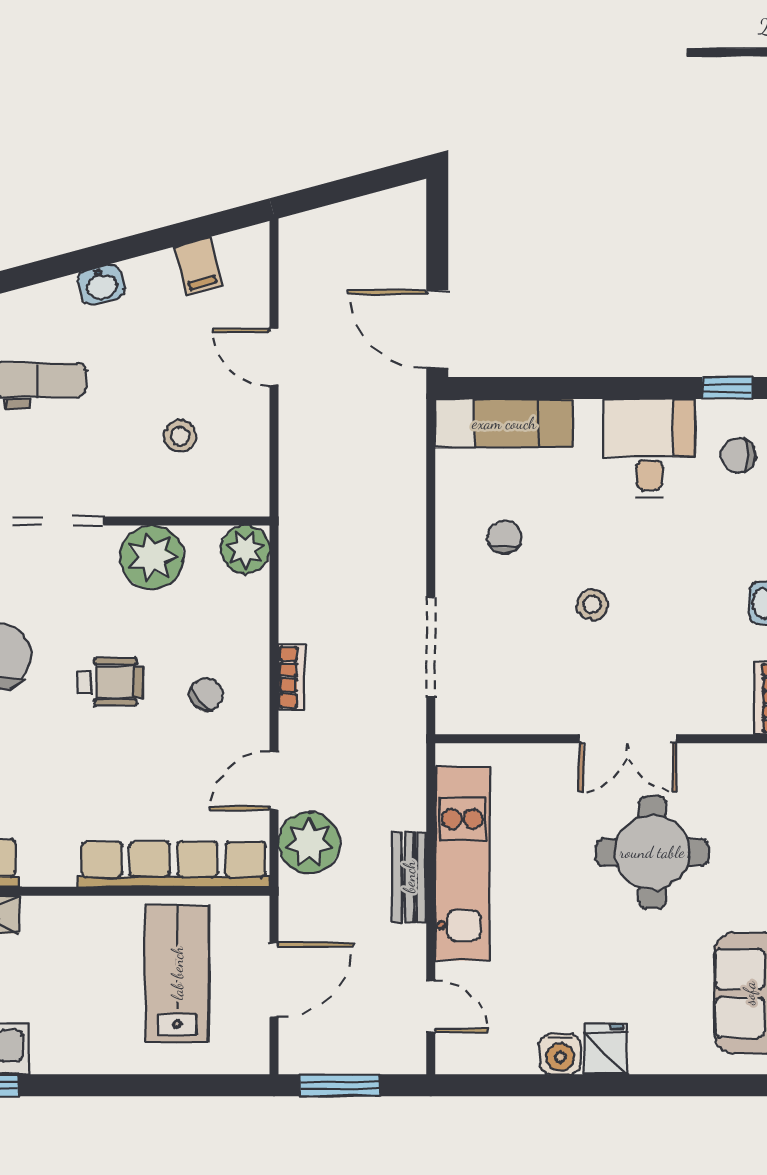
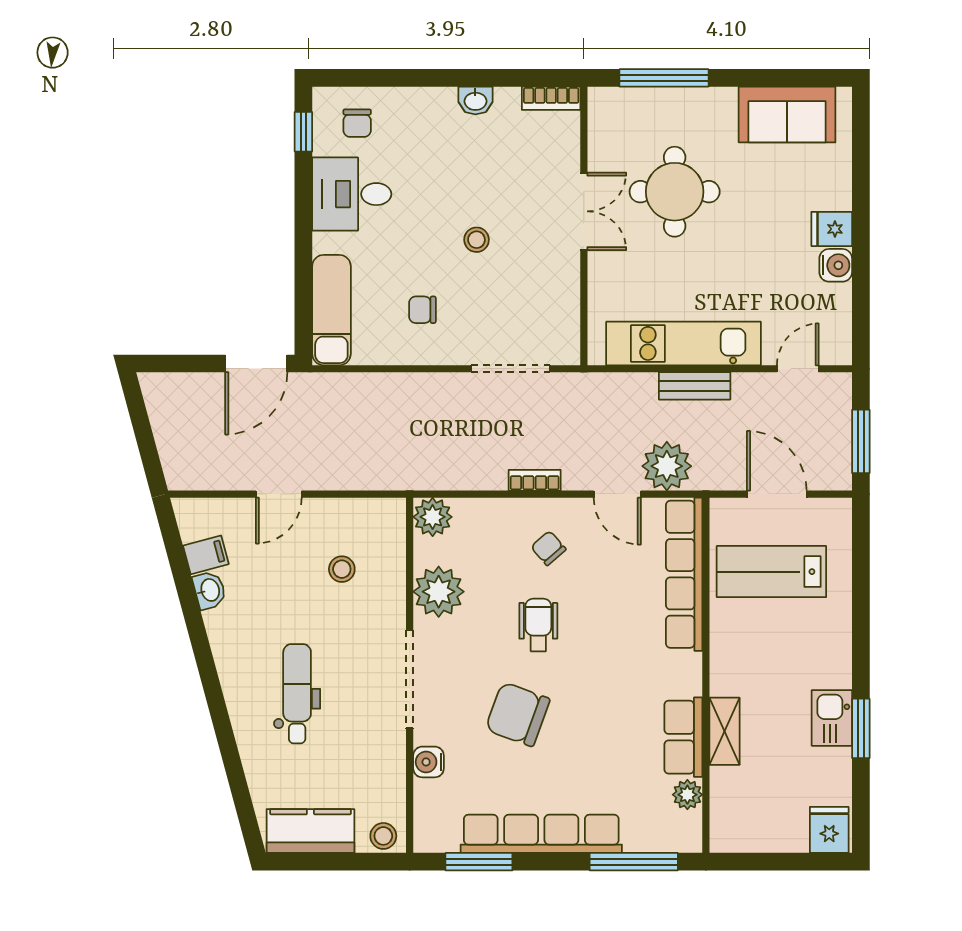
washbasin: (101, 285) -> (209, 590), moved

